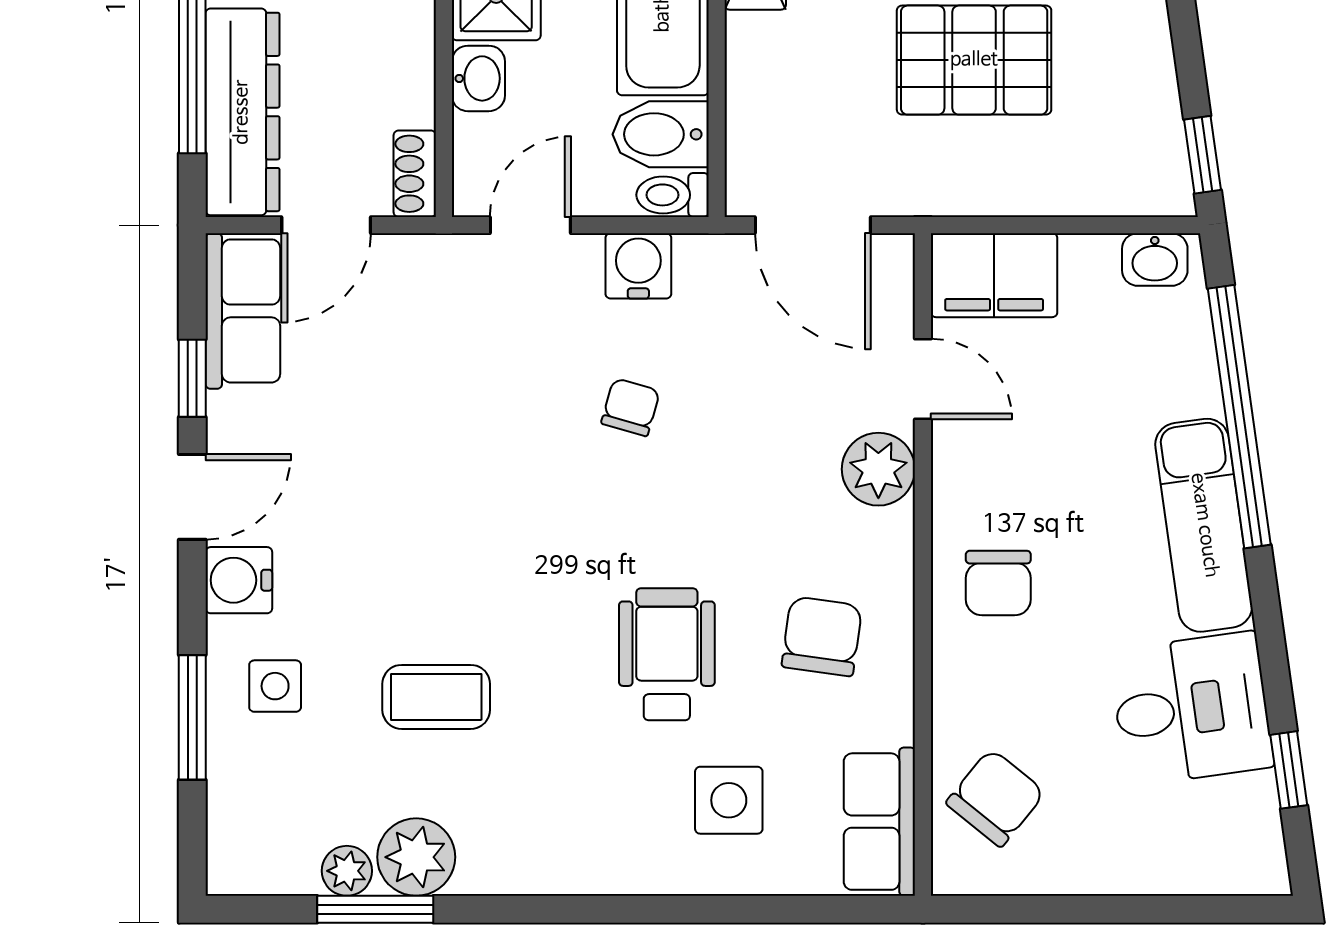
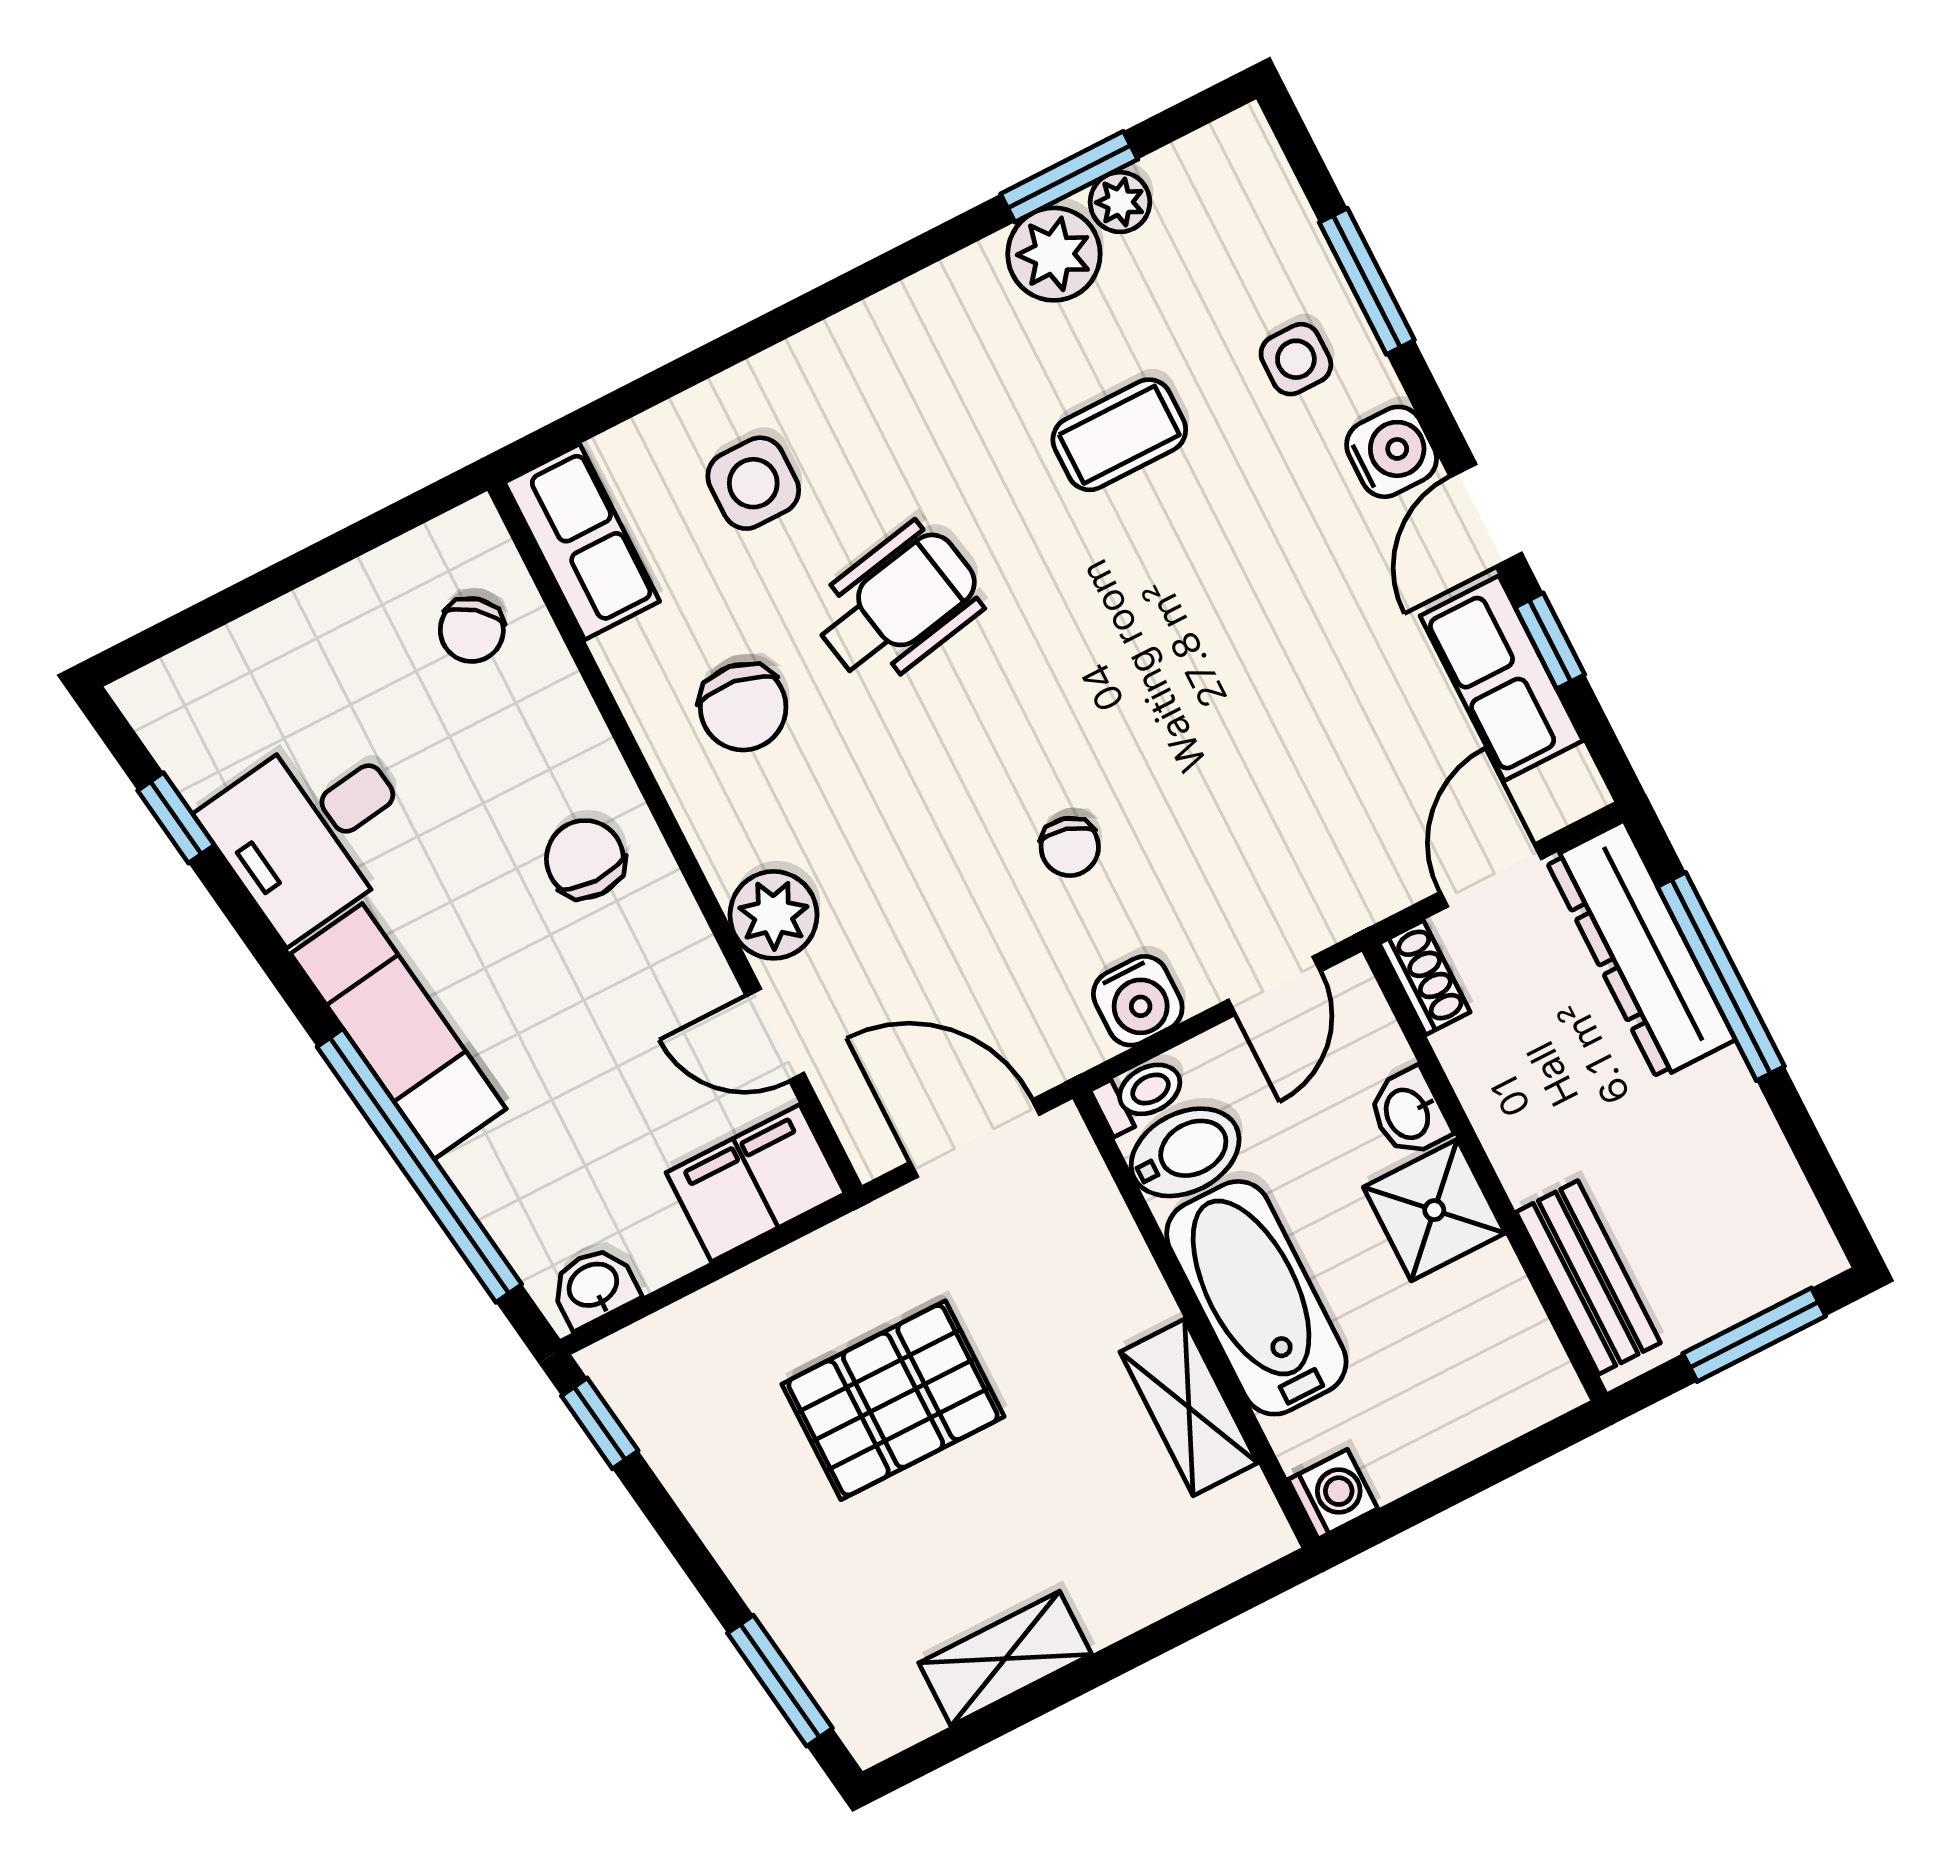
row of seats: (243, 311) -> (1502, 678), moved
wheelchair: (667, 654) -> (898, 604), turned -101
chair: (996, 798) -> (472, 630), width x0.73, depth x0.73

